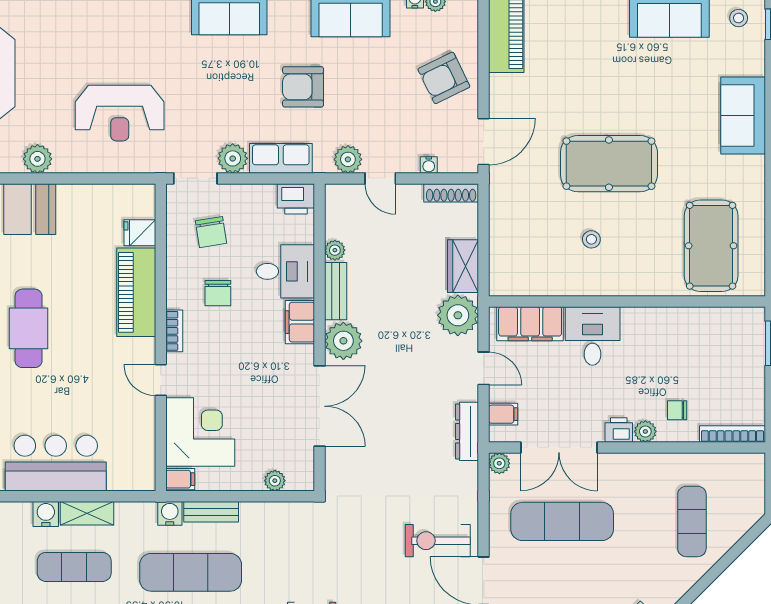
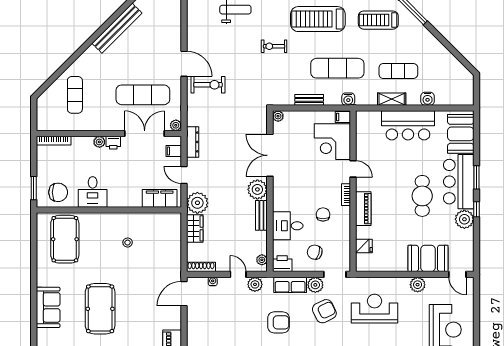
armchair: (444, 78) -> (324, 311), moved
pool table: (609, 164) -> (100, 309), moved, turned 90
chair: (211, 232) -> (315, 252), moved, turned -65
plant: (335, 250) -> (262, 260), moved
piano: (136, 292) -> (363, 209), width x0.73, depth x0.75
filing cabinet: (300, 322) -> (280, 199), removed
desk: (593, 336) -> (93, 192), moved
chair: (677, 410) -> (58, 192), moved, width x1.87, depth x1.87
plant: (275, 481) -> (278, 116), moved
bench: (211, 512) -> (309, 100), moved
water cooler: (46, 514) -> (428, 99), moved

